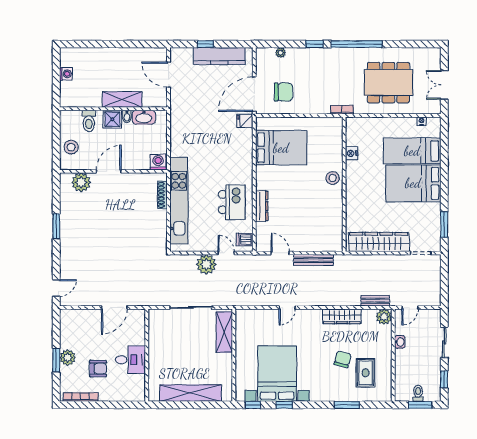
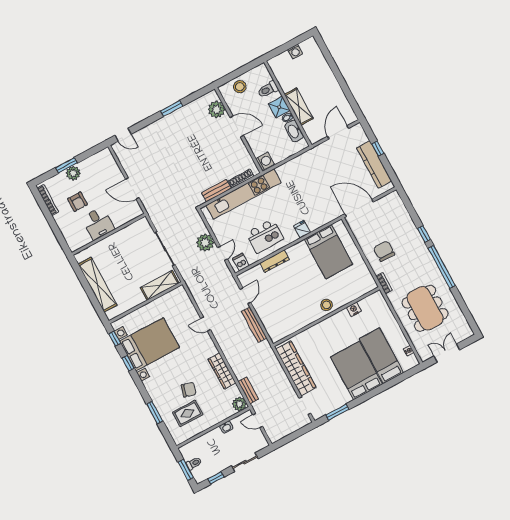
plant: (281, 53) -> (403, 211), removed
chair: (283, 92) -> (384, 251), moved, turned 180
fridge: (245, 121) -> (302, 229), moved
bench: (161, 226) -> (216, 191), added

